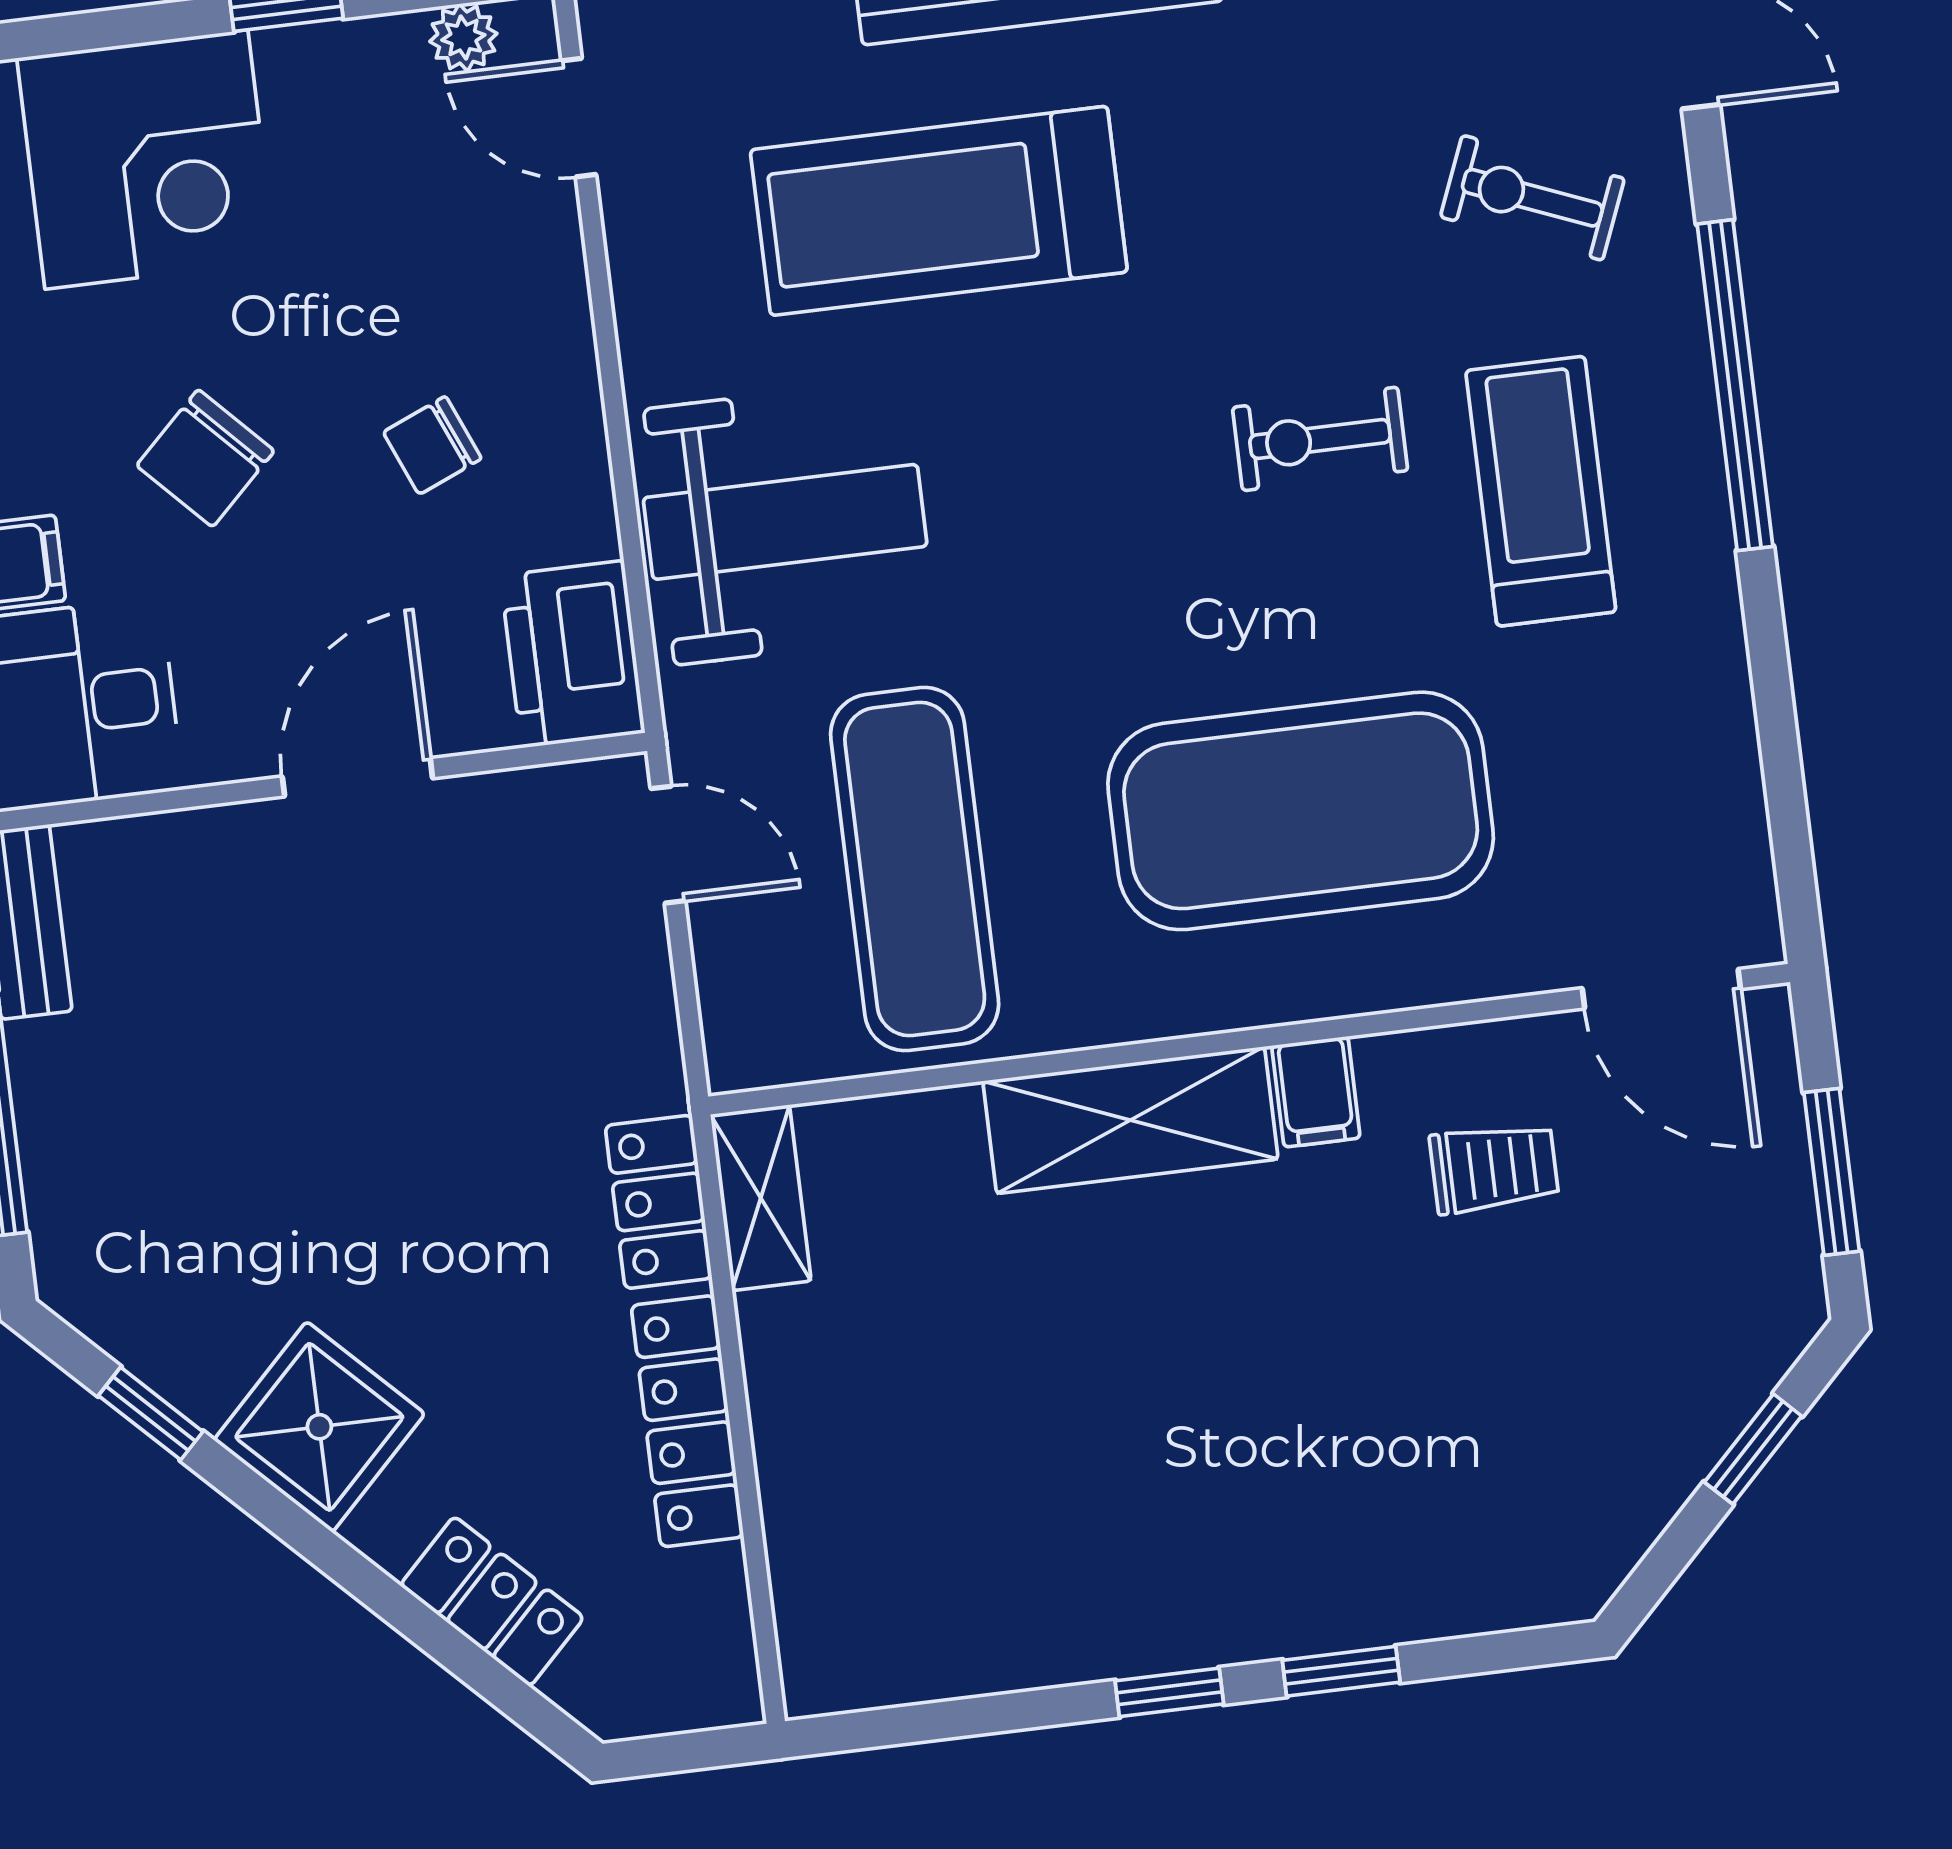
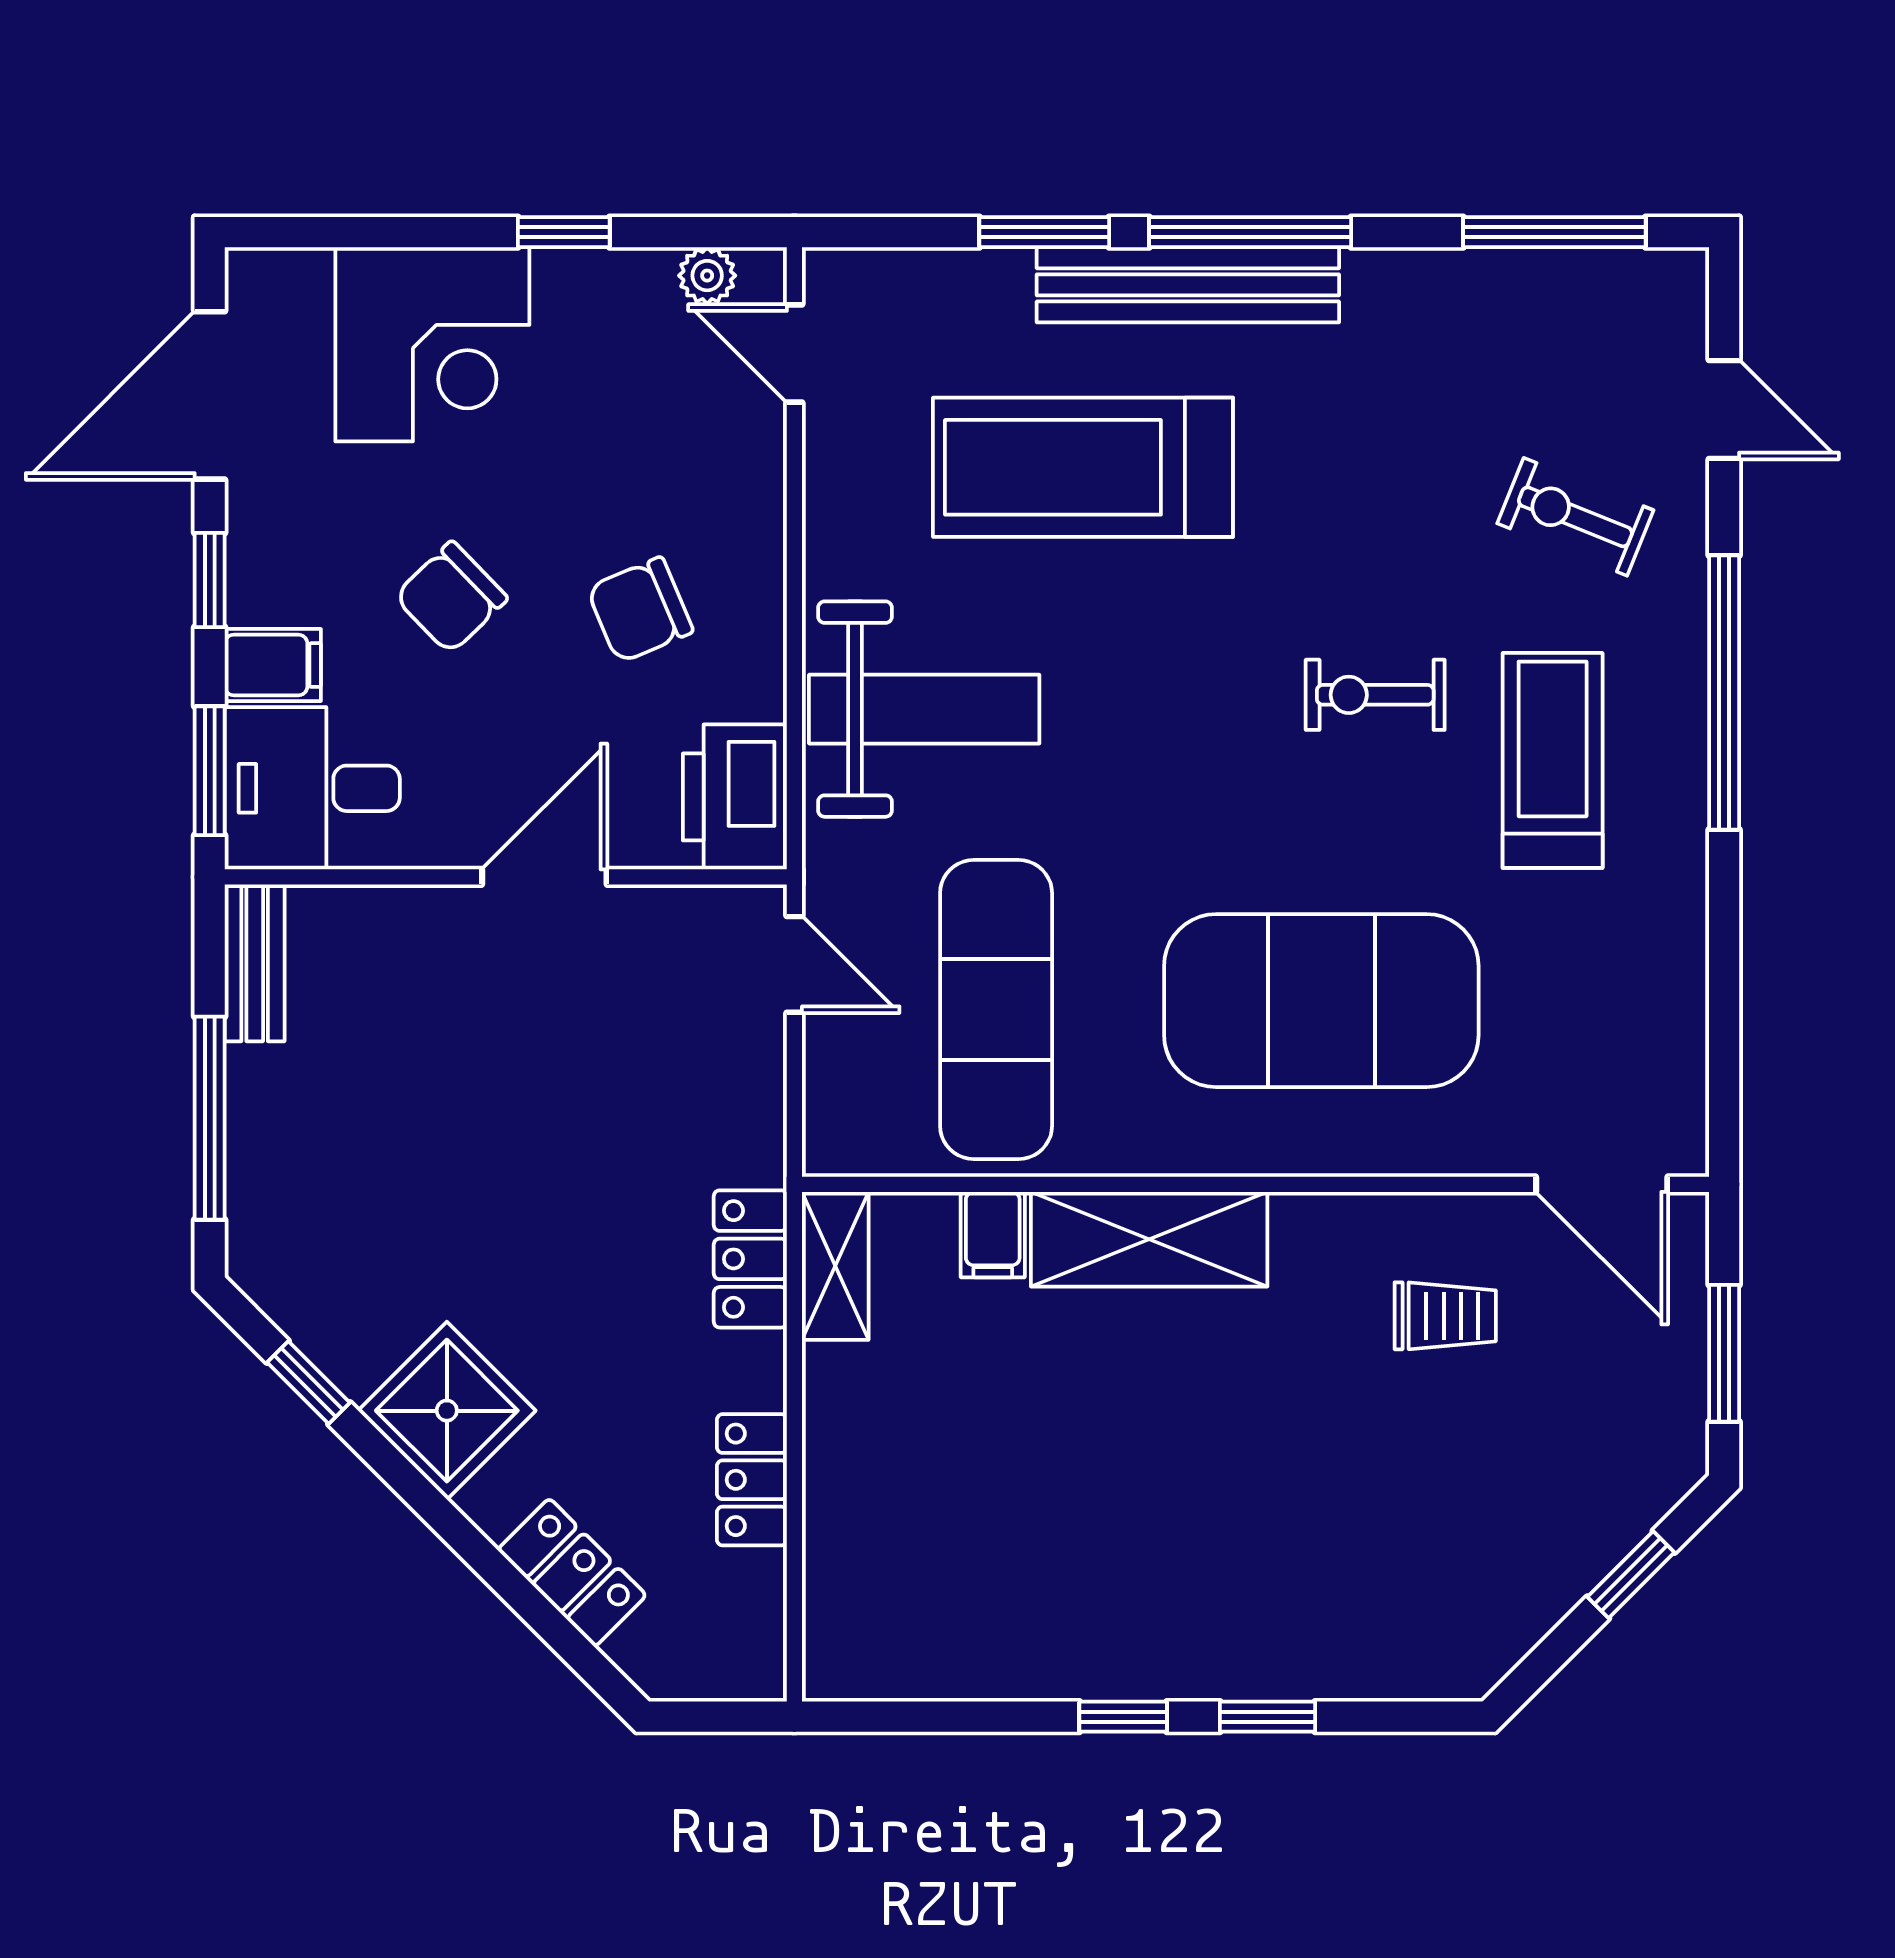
chair: (432, 445) -> (640, 610), width x1.37, depth x1.37
filing cabinet: (1316, 1092) -> (993, 1235), moved
locker: (687, 1421) -> (752, 1480), width x0.66

